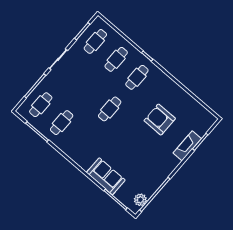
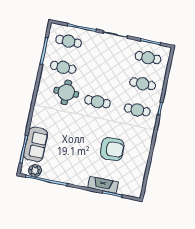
armchair: (160, 120) -> (112, 149), turned 87
round table: (86, 132) -> (66, 92), added
sofa: (106, 176) -> (36, 144), moved

